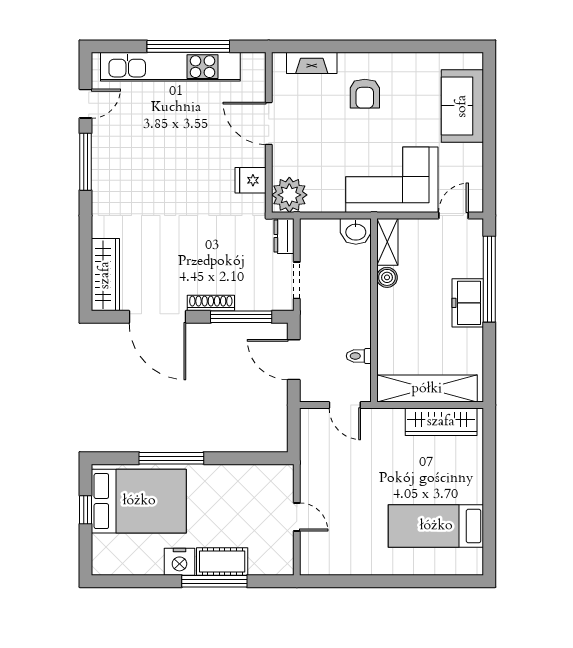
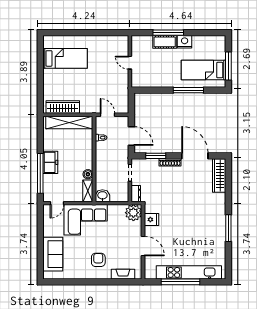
door: (86, 104) -> (228, 255), removed
window: (241, 317) -> (156, 156), width x0.69
bed: (139, 501) -> (204, 70), width x0.67
window: (86, 510) -> (228, 66), width x2.17

